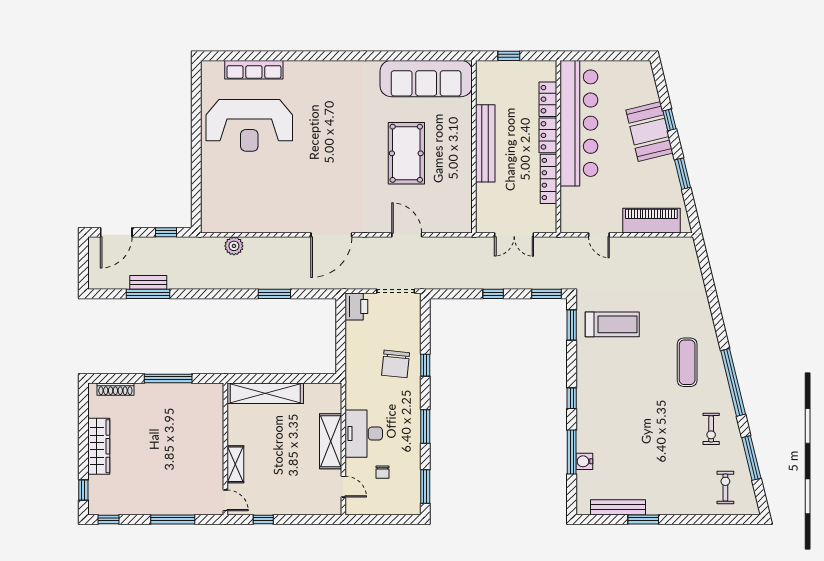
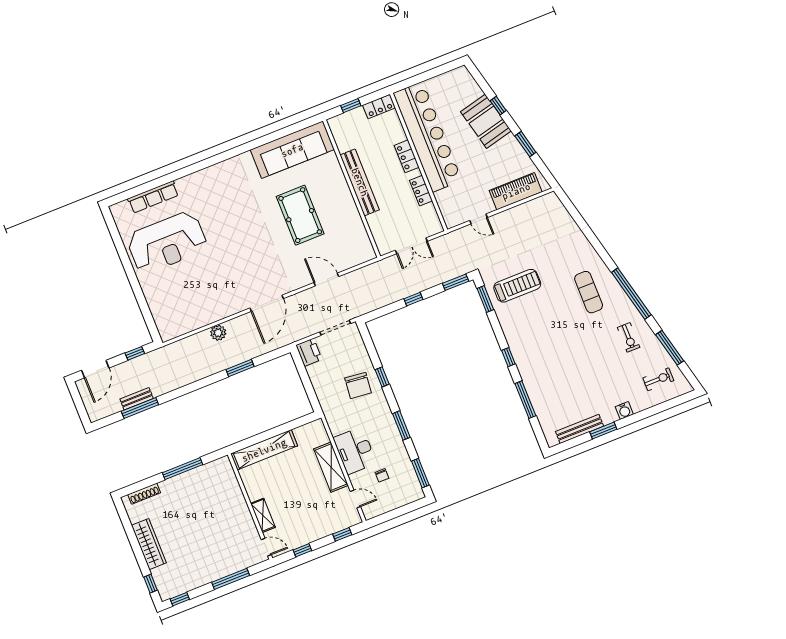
locker: (548, 99) -> (379, 106), moved, turned -90
locker: (548, 179) -> (421, 191), width x0.66
plant: (234, 246) -> (218, 333), moved
water cooler: (584, 461) -> (624, 411), moved, turned -90
exercise bike: (725, 487) -> (658, 379), turned 90
window: (314, 519) -> (342, 534), added

